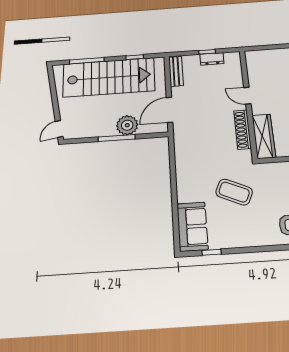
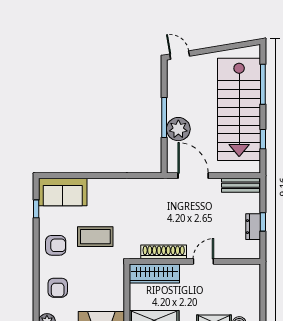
coffee table: (234, 192) -> (95, 237), turned 66
armchair: (247, 230) -> (56, 245), added

